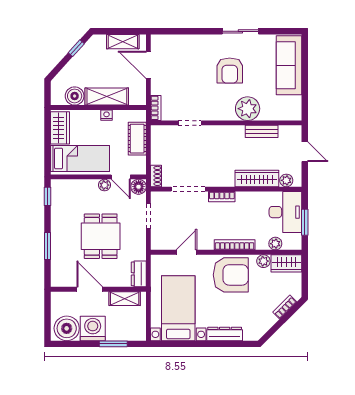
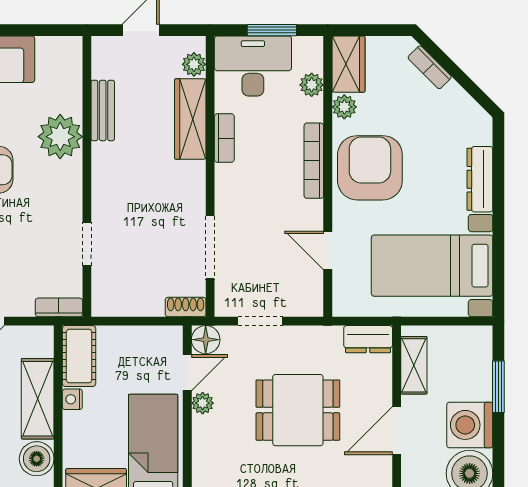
cot: (137, 139) -> (79, 356), moved, turned 90
bookcase: (222, 197) -> (224, 138), moved

